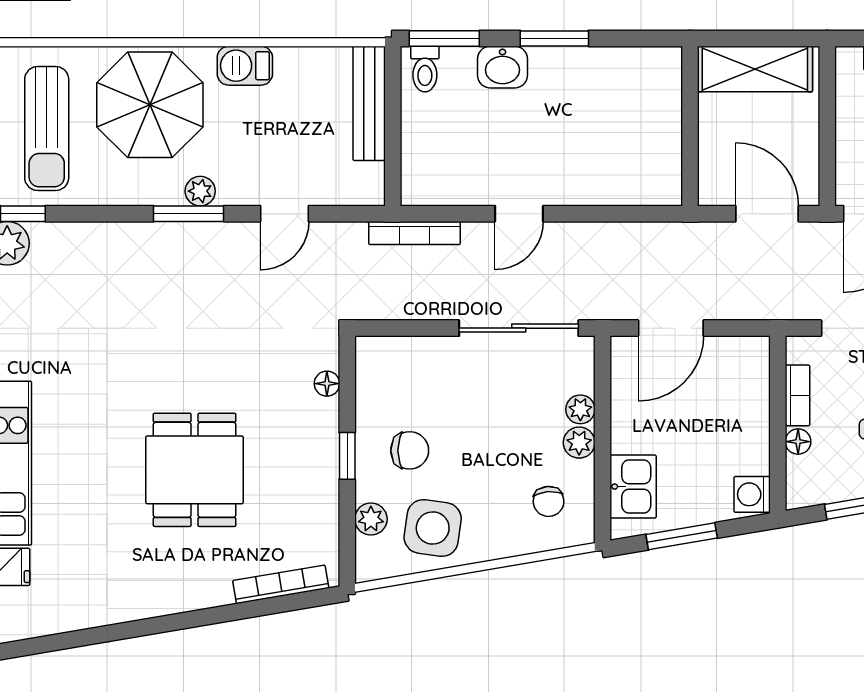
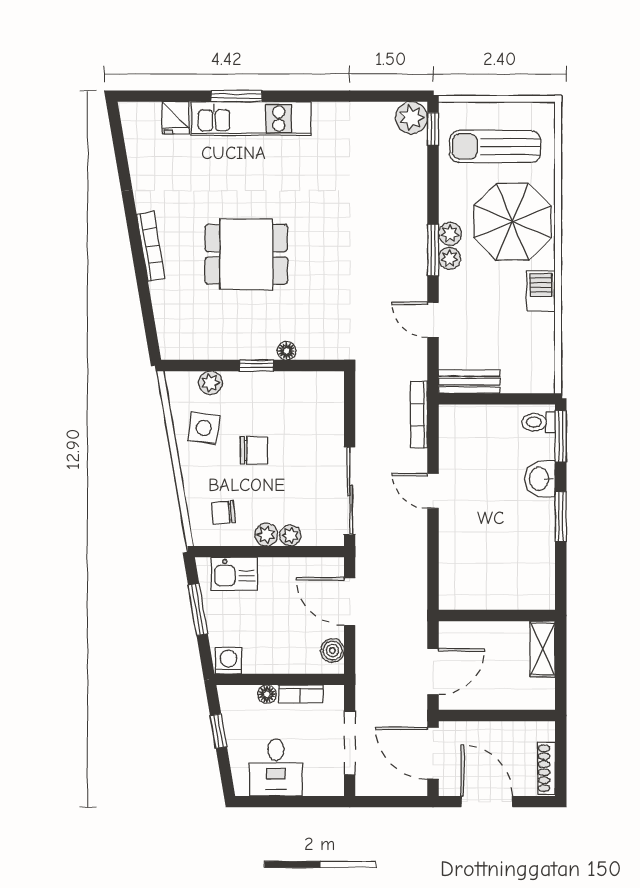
shelving: (755, 69) -> (543, 649), width x0.67, depth x0.75
bench: (369, 103) -> (469, 382), moved, width x0.73
plant: (166, 190) -> (450, 234), added
boiler: (738, 352) -> (332, 651), added
floor lamp: (327, 384) -> (287, 351), moved
chair: (410, 450) -> (254, 450), moved, turned -90
side table: (433, 528) -> (204, 428), width x0.73, depth x0.73
bookcase: (281, 584) -> (151, 246), moved

